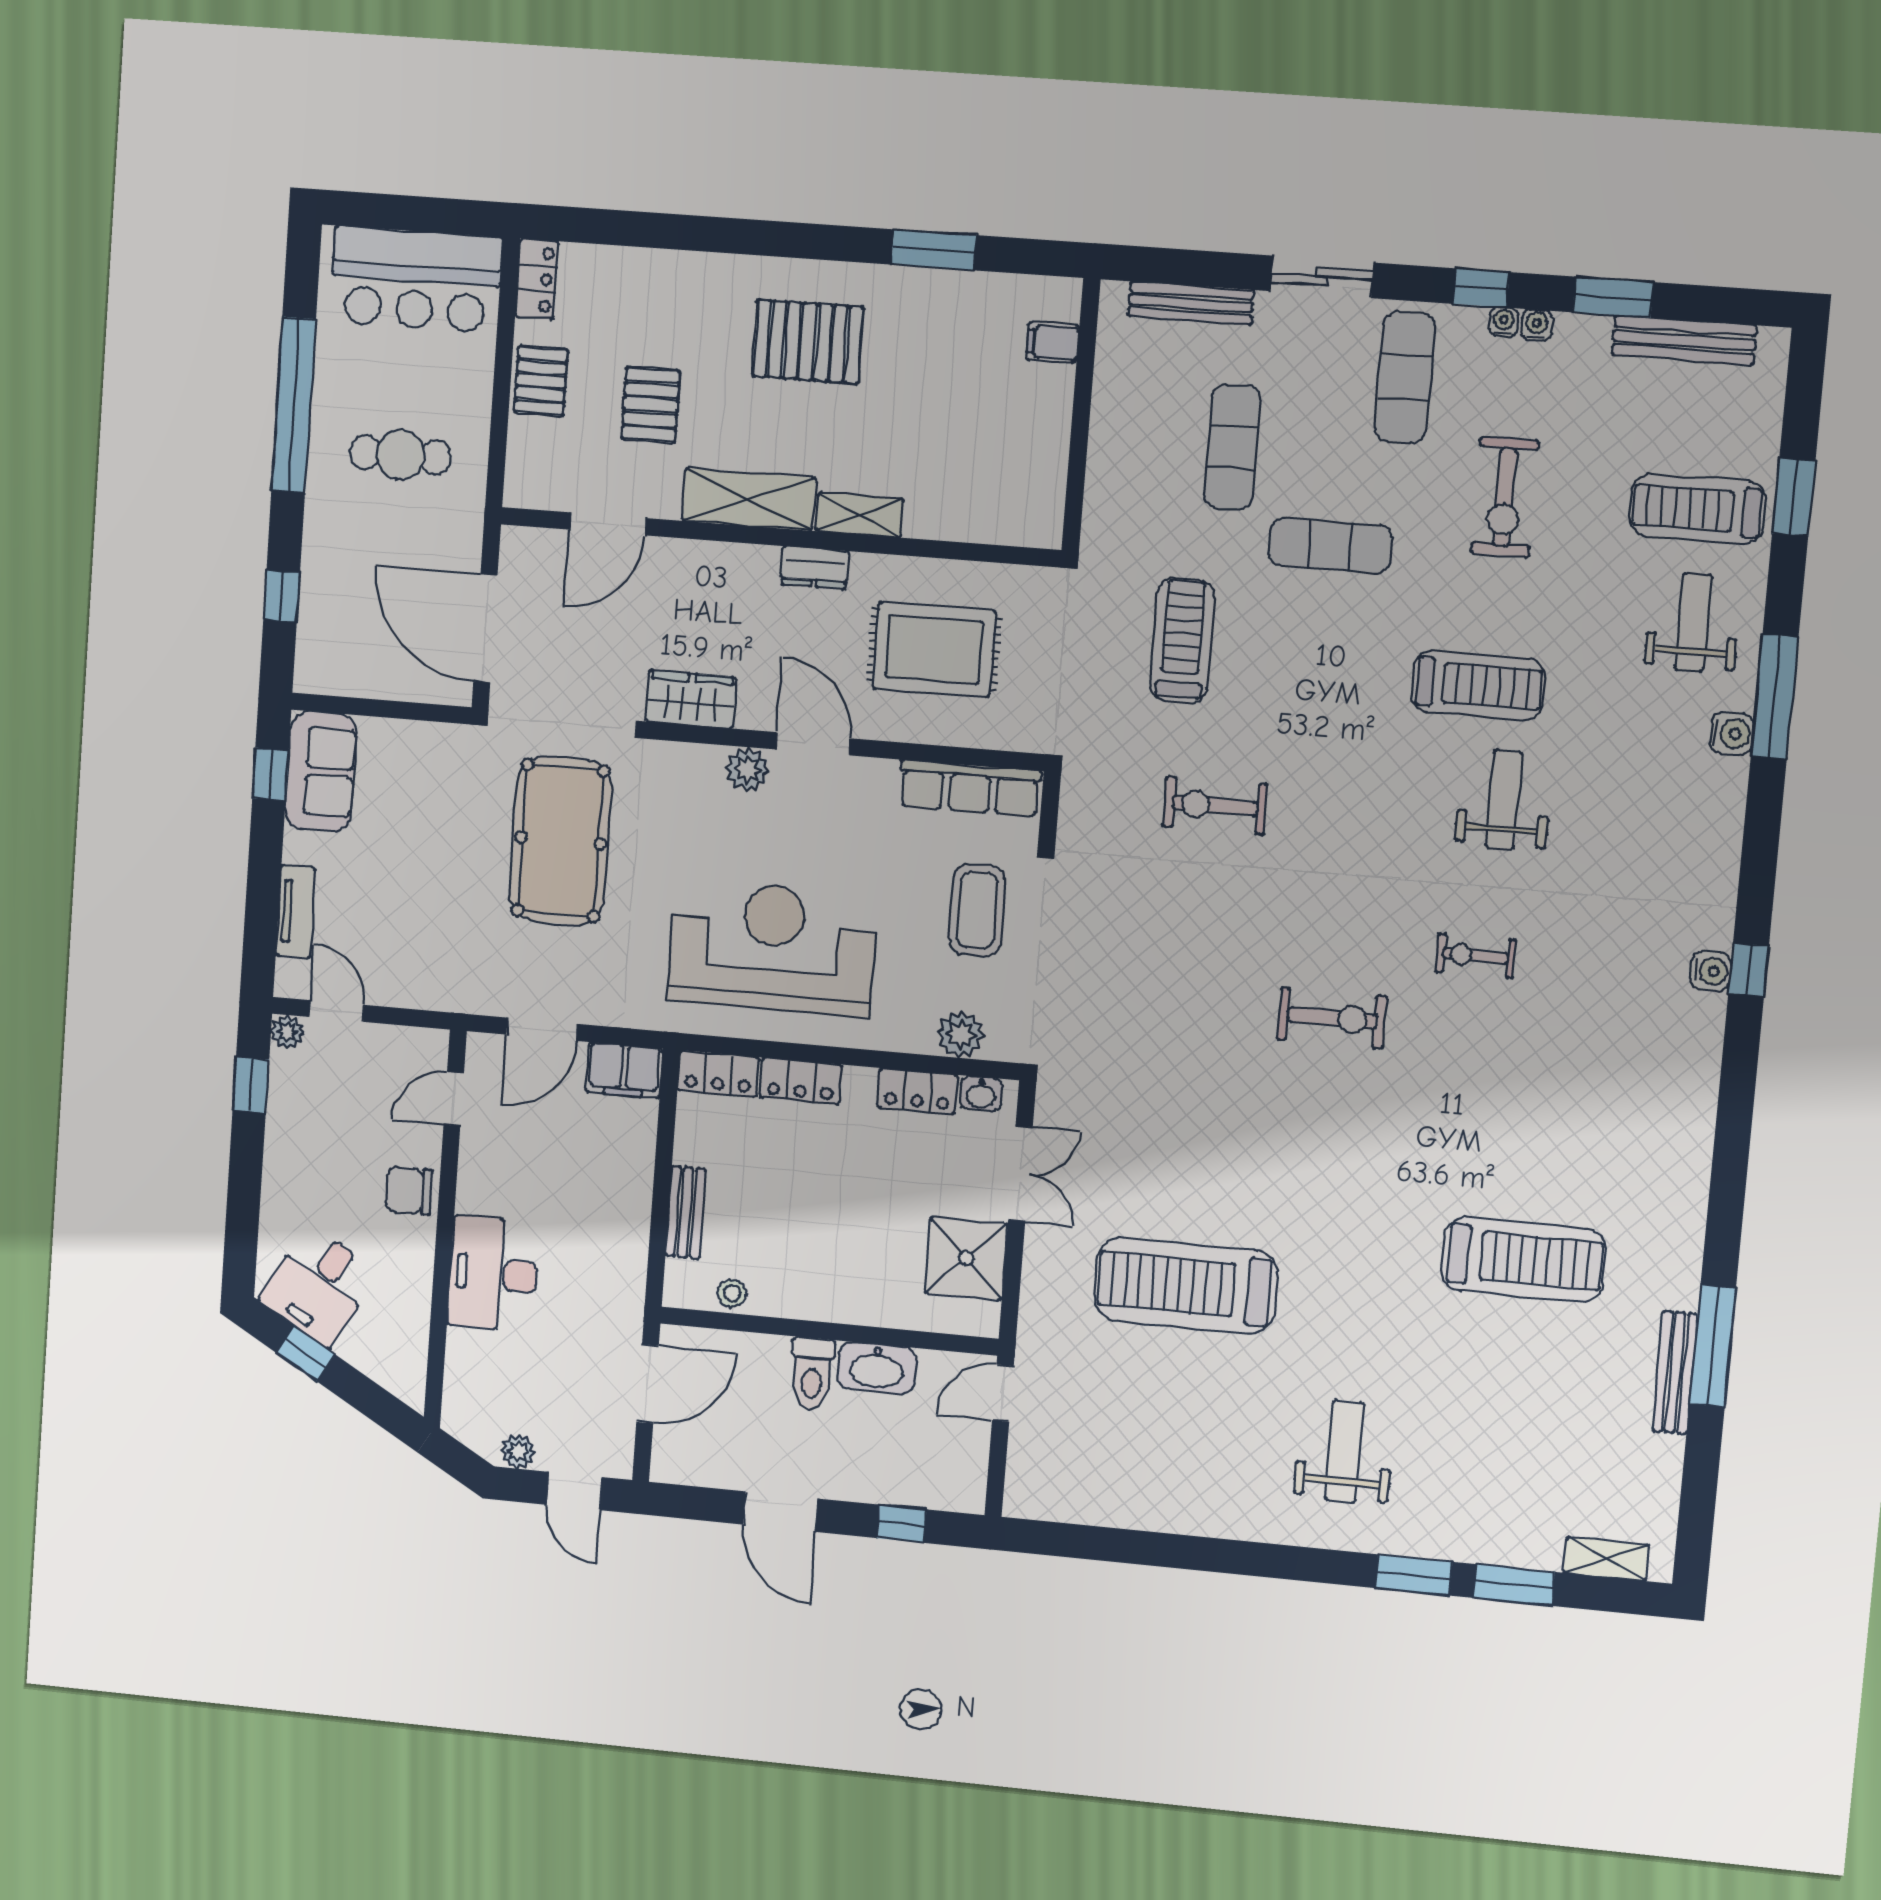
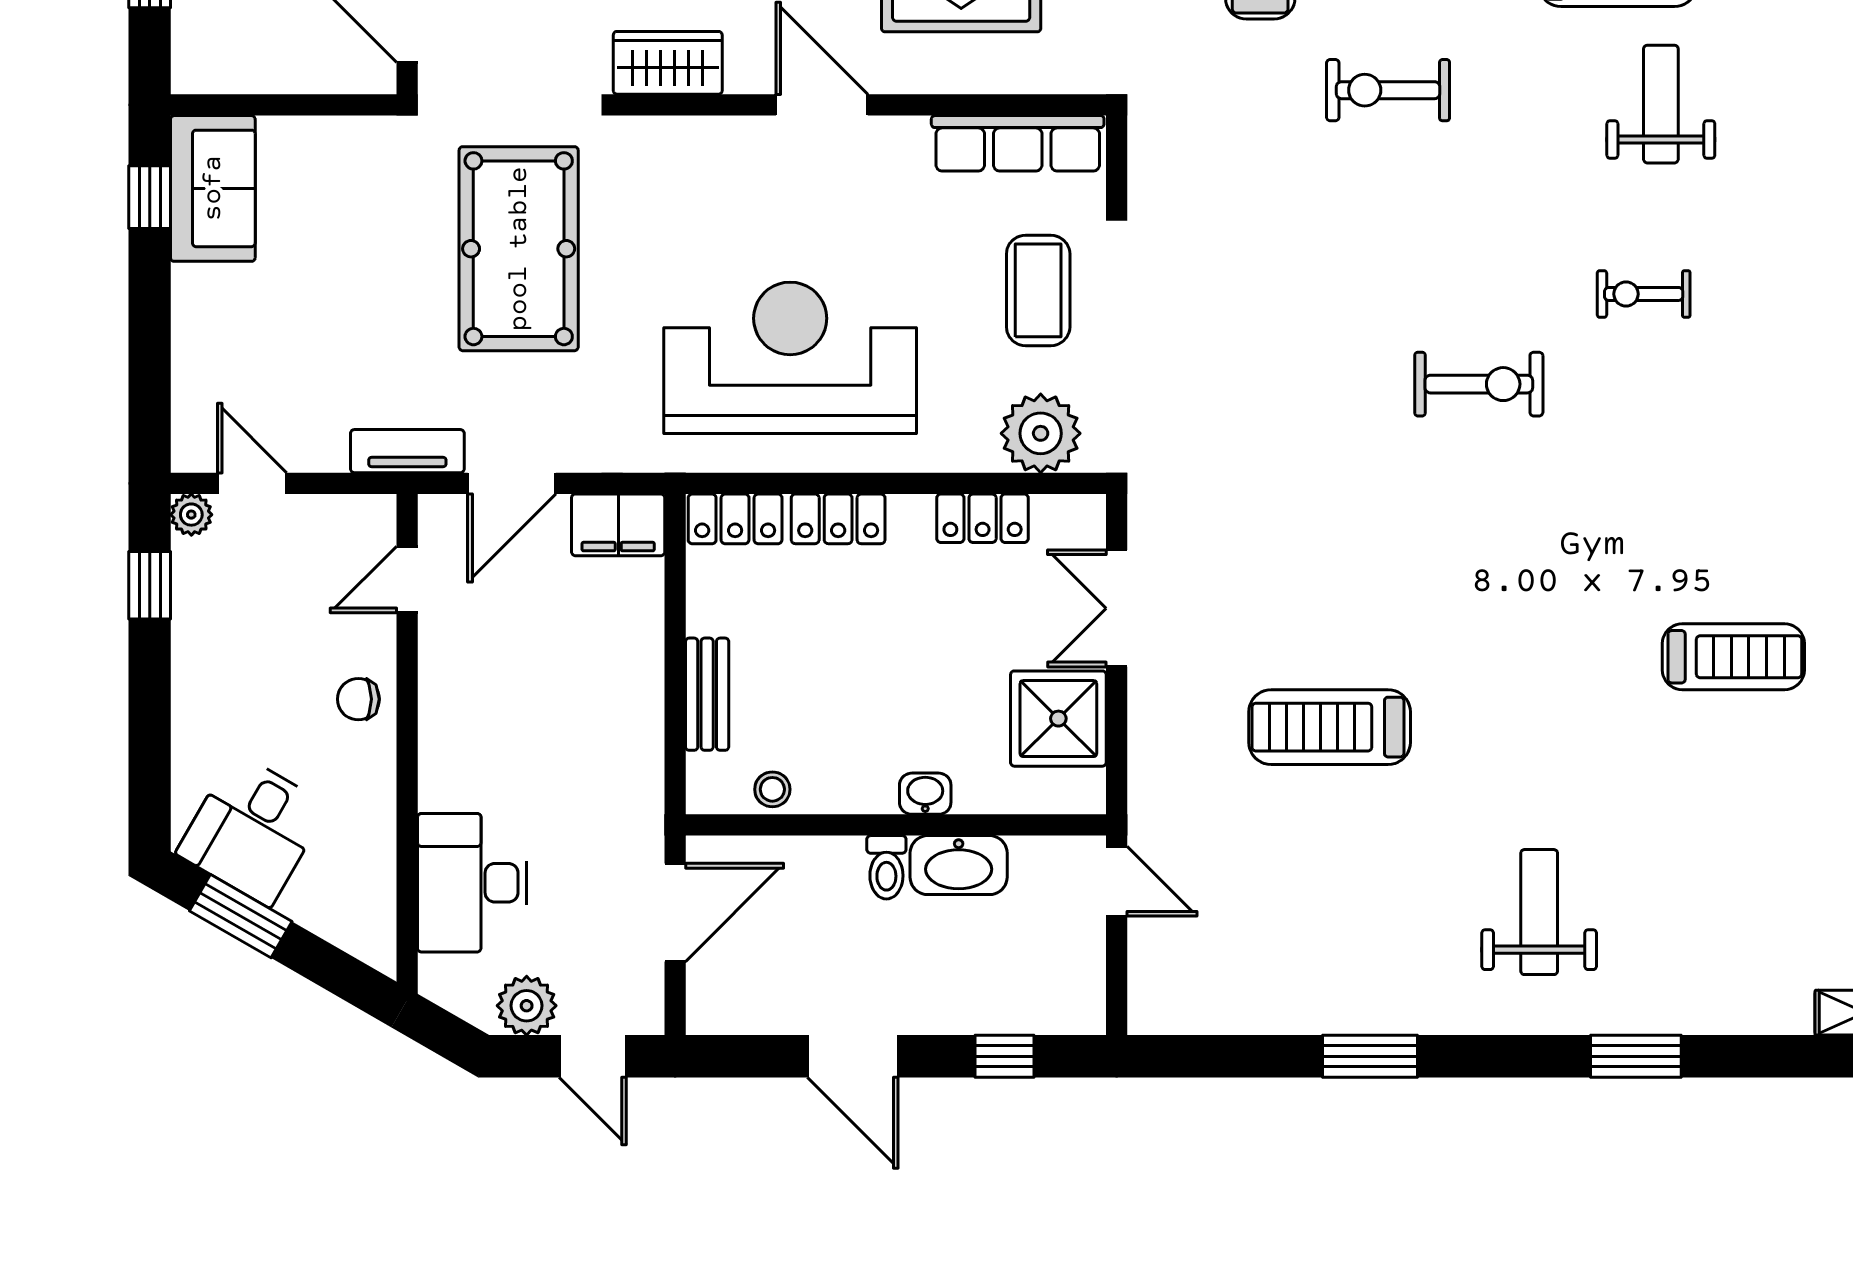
plant: (747, 769) -> (744, 142), removed
exercise bike: (1215, 805) -> (1388, 90), moved
tv unit: (296, 912) -> (407, 451), moved, turned -90
plant: (961, 1034) -> (1041, 433), width x1.36, depth x1.36
washbasin: (981, 1094) -> (925, 794), moved, turned 180
double door: (1020, 1174) -> (1117, 608), swing flipped
chair: (409, 1191) -> (358, 699), width x0.73, depth x0.73
treadmill: (1523, 1260) -> (1733, 657), width x0.73, depth x0.73
desk: (494, 1274) -> (472, 883), moved
treadmill: (1186, 1286) -> (1330, 727), width x0.73, depth x0.73
window: (305, 1353) -> (241, 916), width x1.50
toilet: (812, 1373) -> (886, 867), width x0.73, depth x0.72
door: (1003, 1393) -> (1117, 881), swing flipped
plant: (518, 1452) -> (527, 1006), width x1.38, depth x1.38
window: (1514, 1585) -> (1370, 1056), moved

